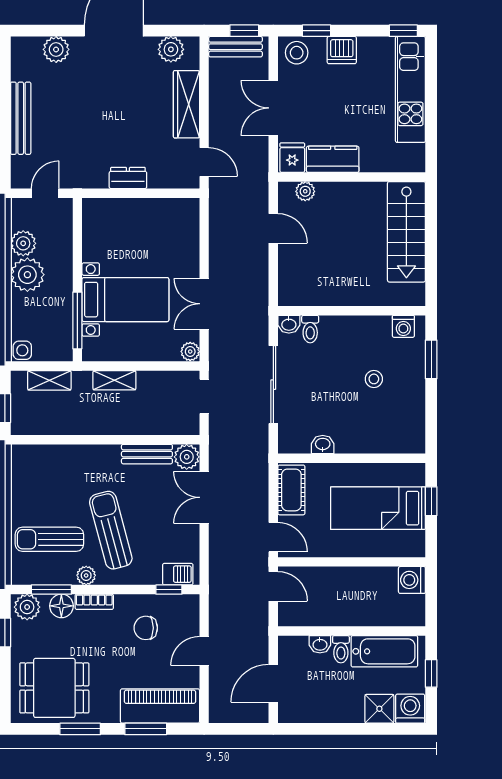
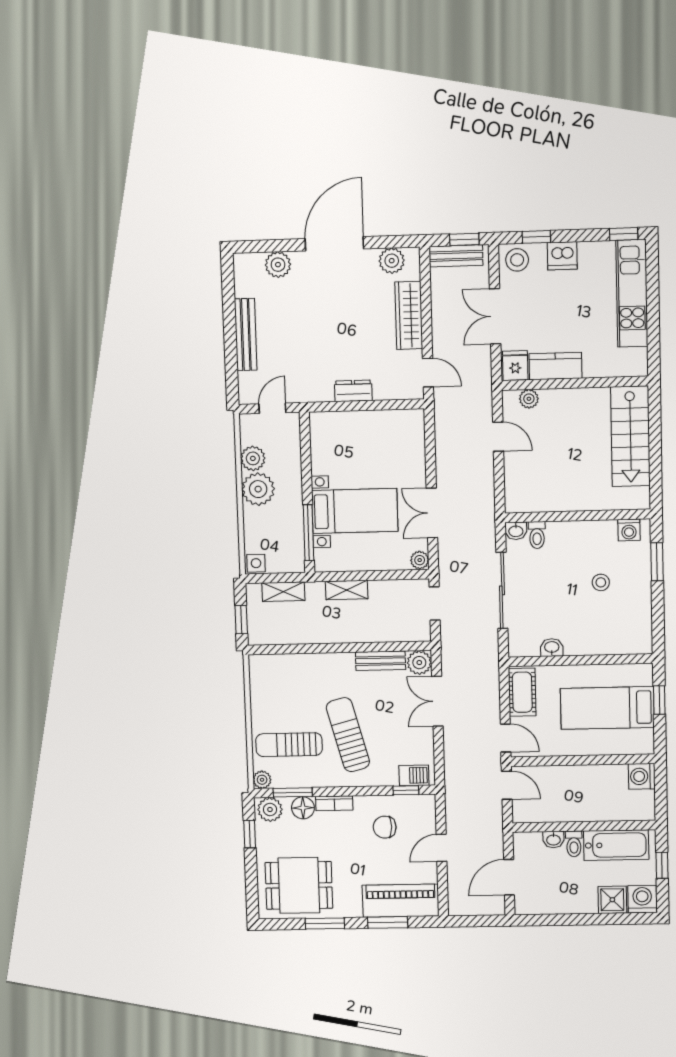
plant: (86, 575) -> (262, 780), moved

